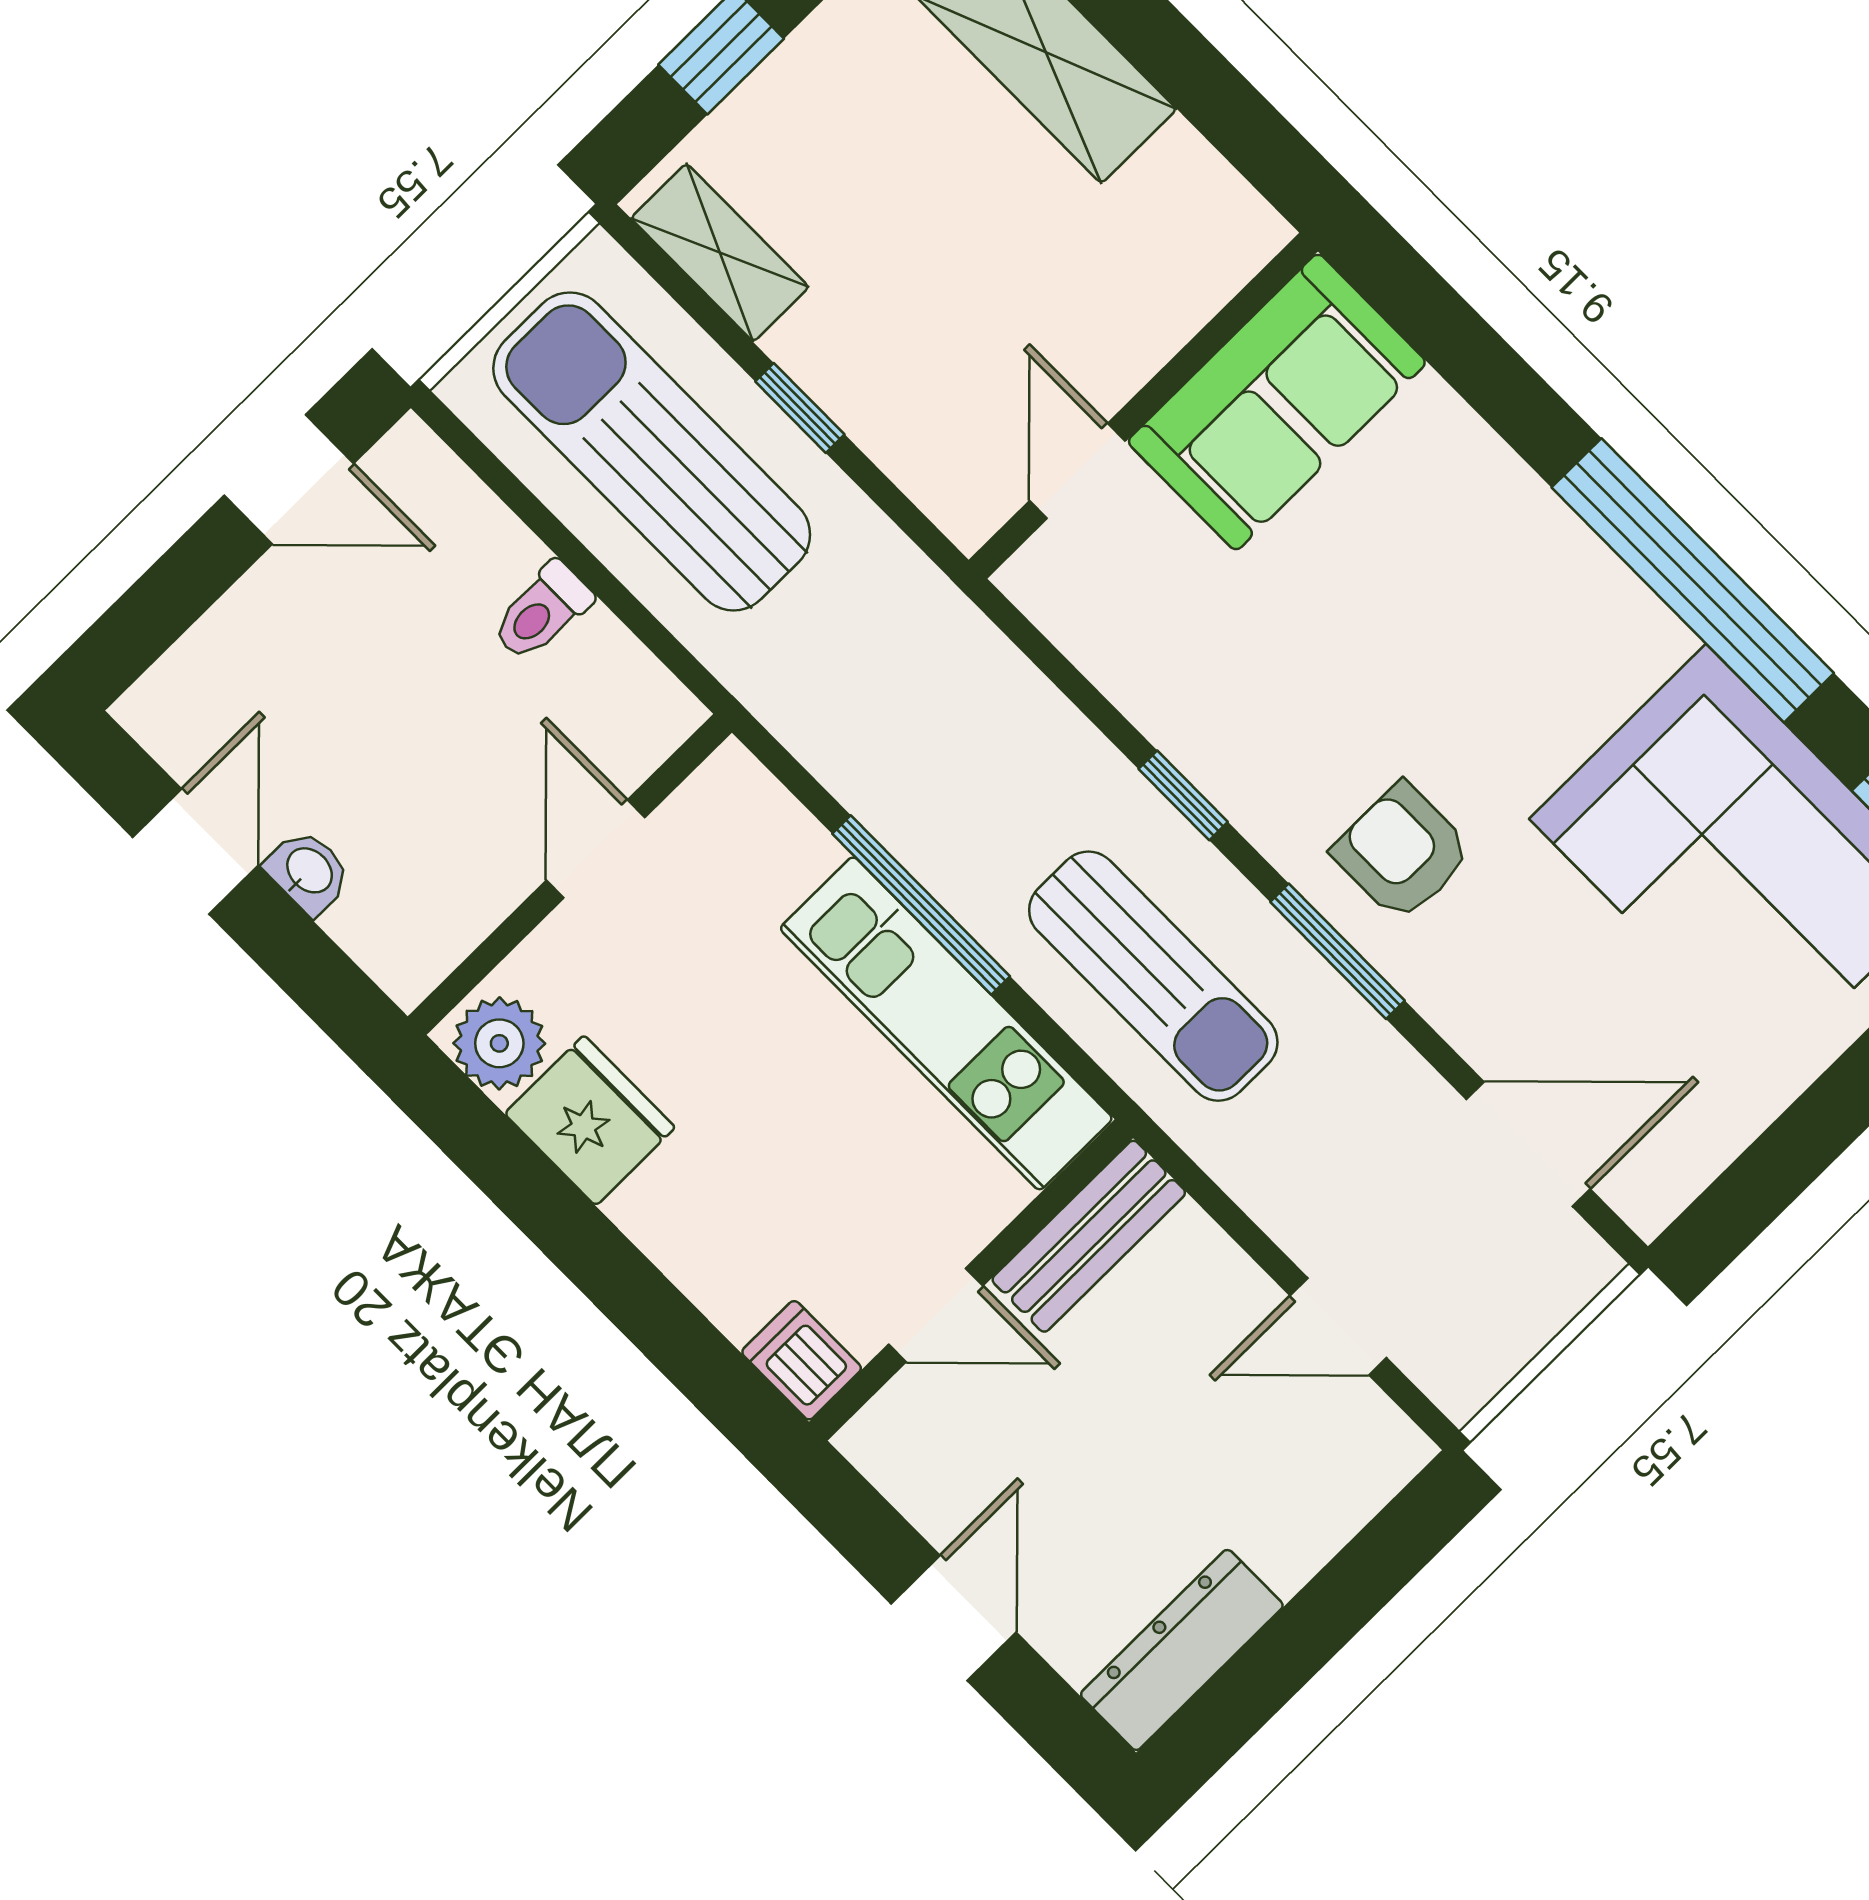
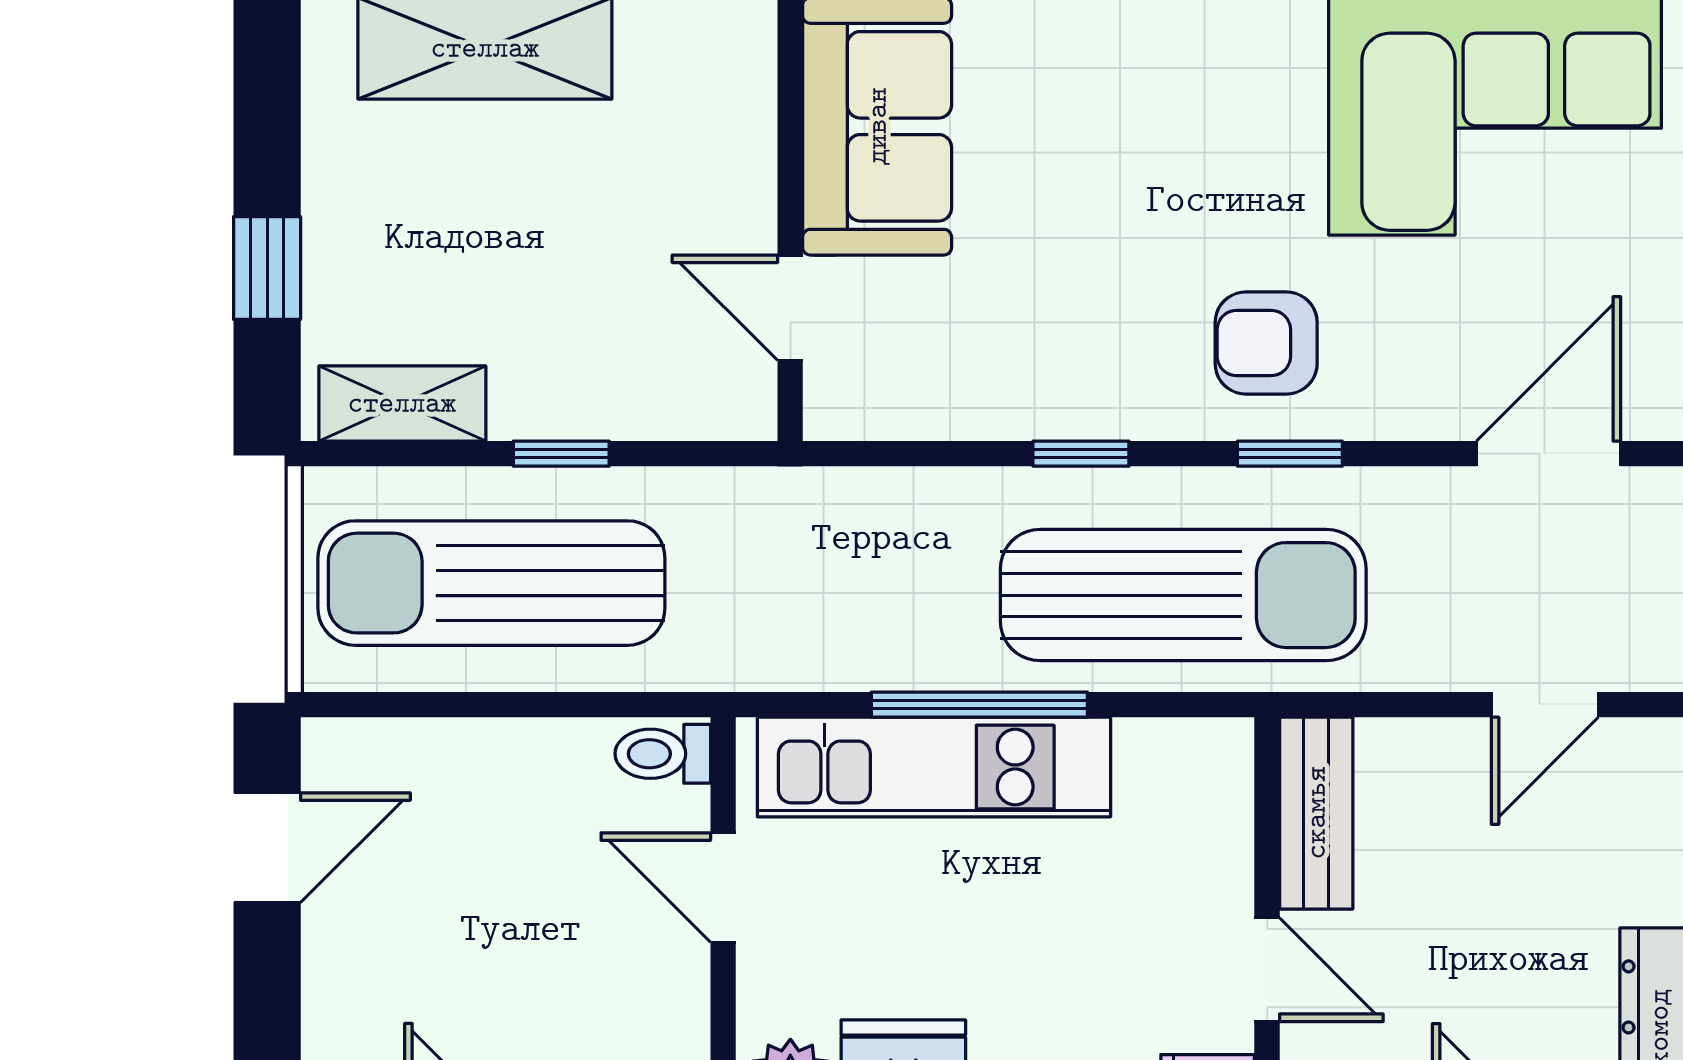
toilet: (542, 612) -> (663, 754), moved, turned 90
window: (1337, 951) -> (1290, 454), width x0.67
sun lounger: (1153, 976) -> (1183, 595), width x1.36, depth x1.34
kitchen unit: (946, 1023) -> (934, 767), moved
door: (936, 1315) -> (1267, 970), hinge flipped

